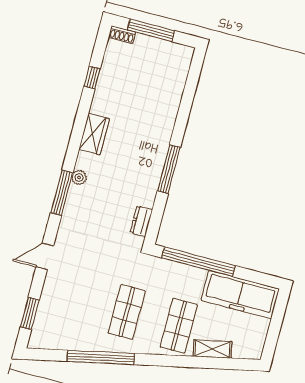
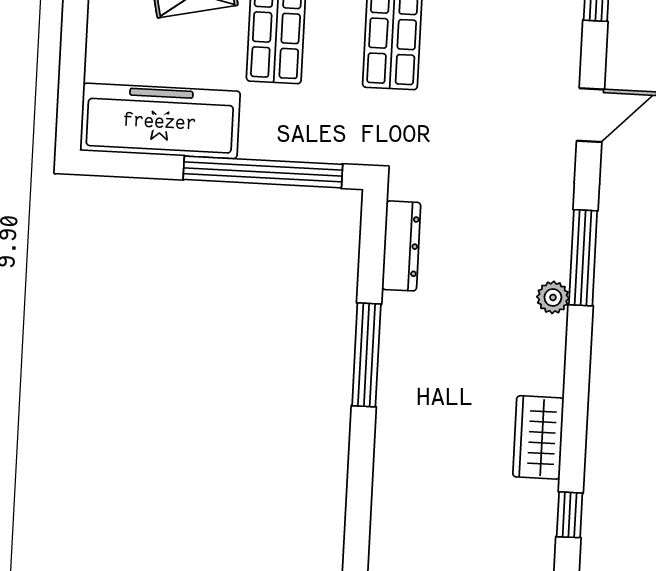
wardrobe: (94, 134) -> (538, 437), moved
dresser: (141, 221) -> (401, 246), width x1.44

